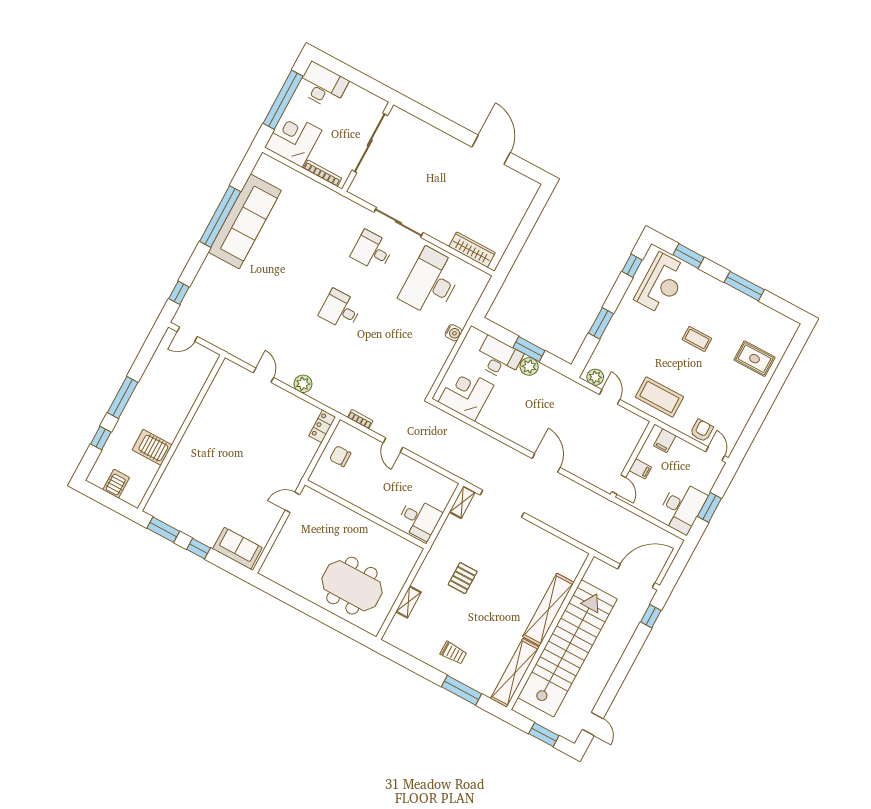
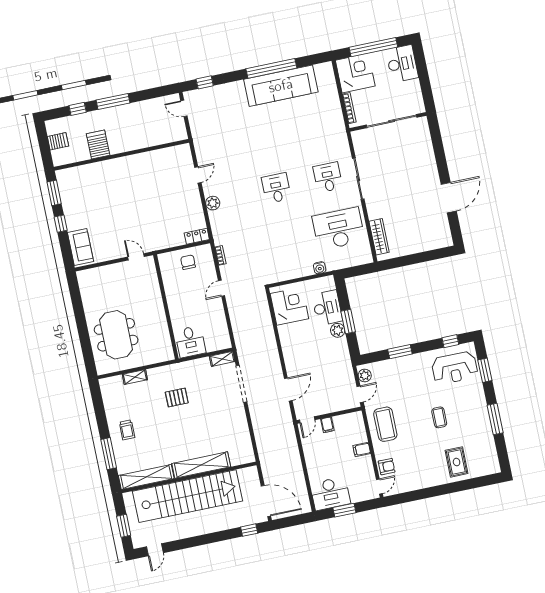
wall: (632, 459) -> (329, 415), moved
filing cabinet: (640, 469) -> (327, 425), moved
door: (619, 484) -> (307, 420), moved

